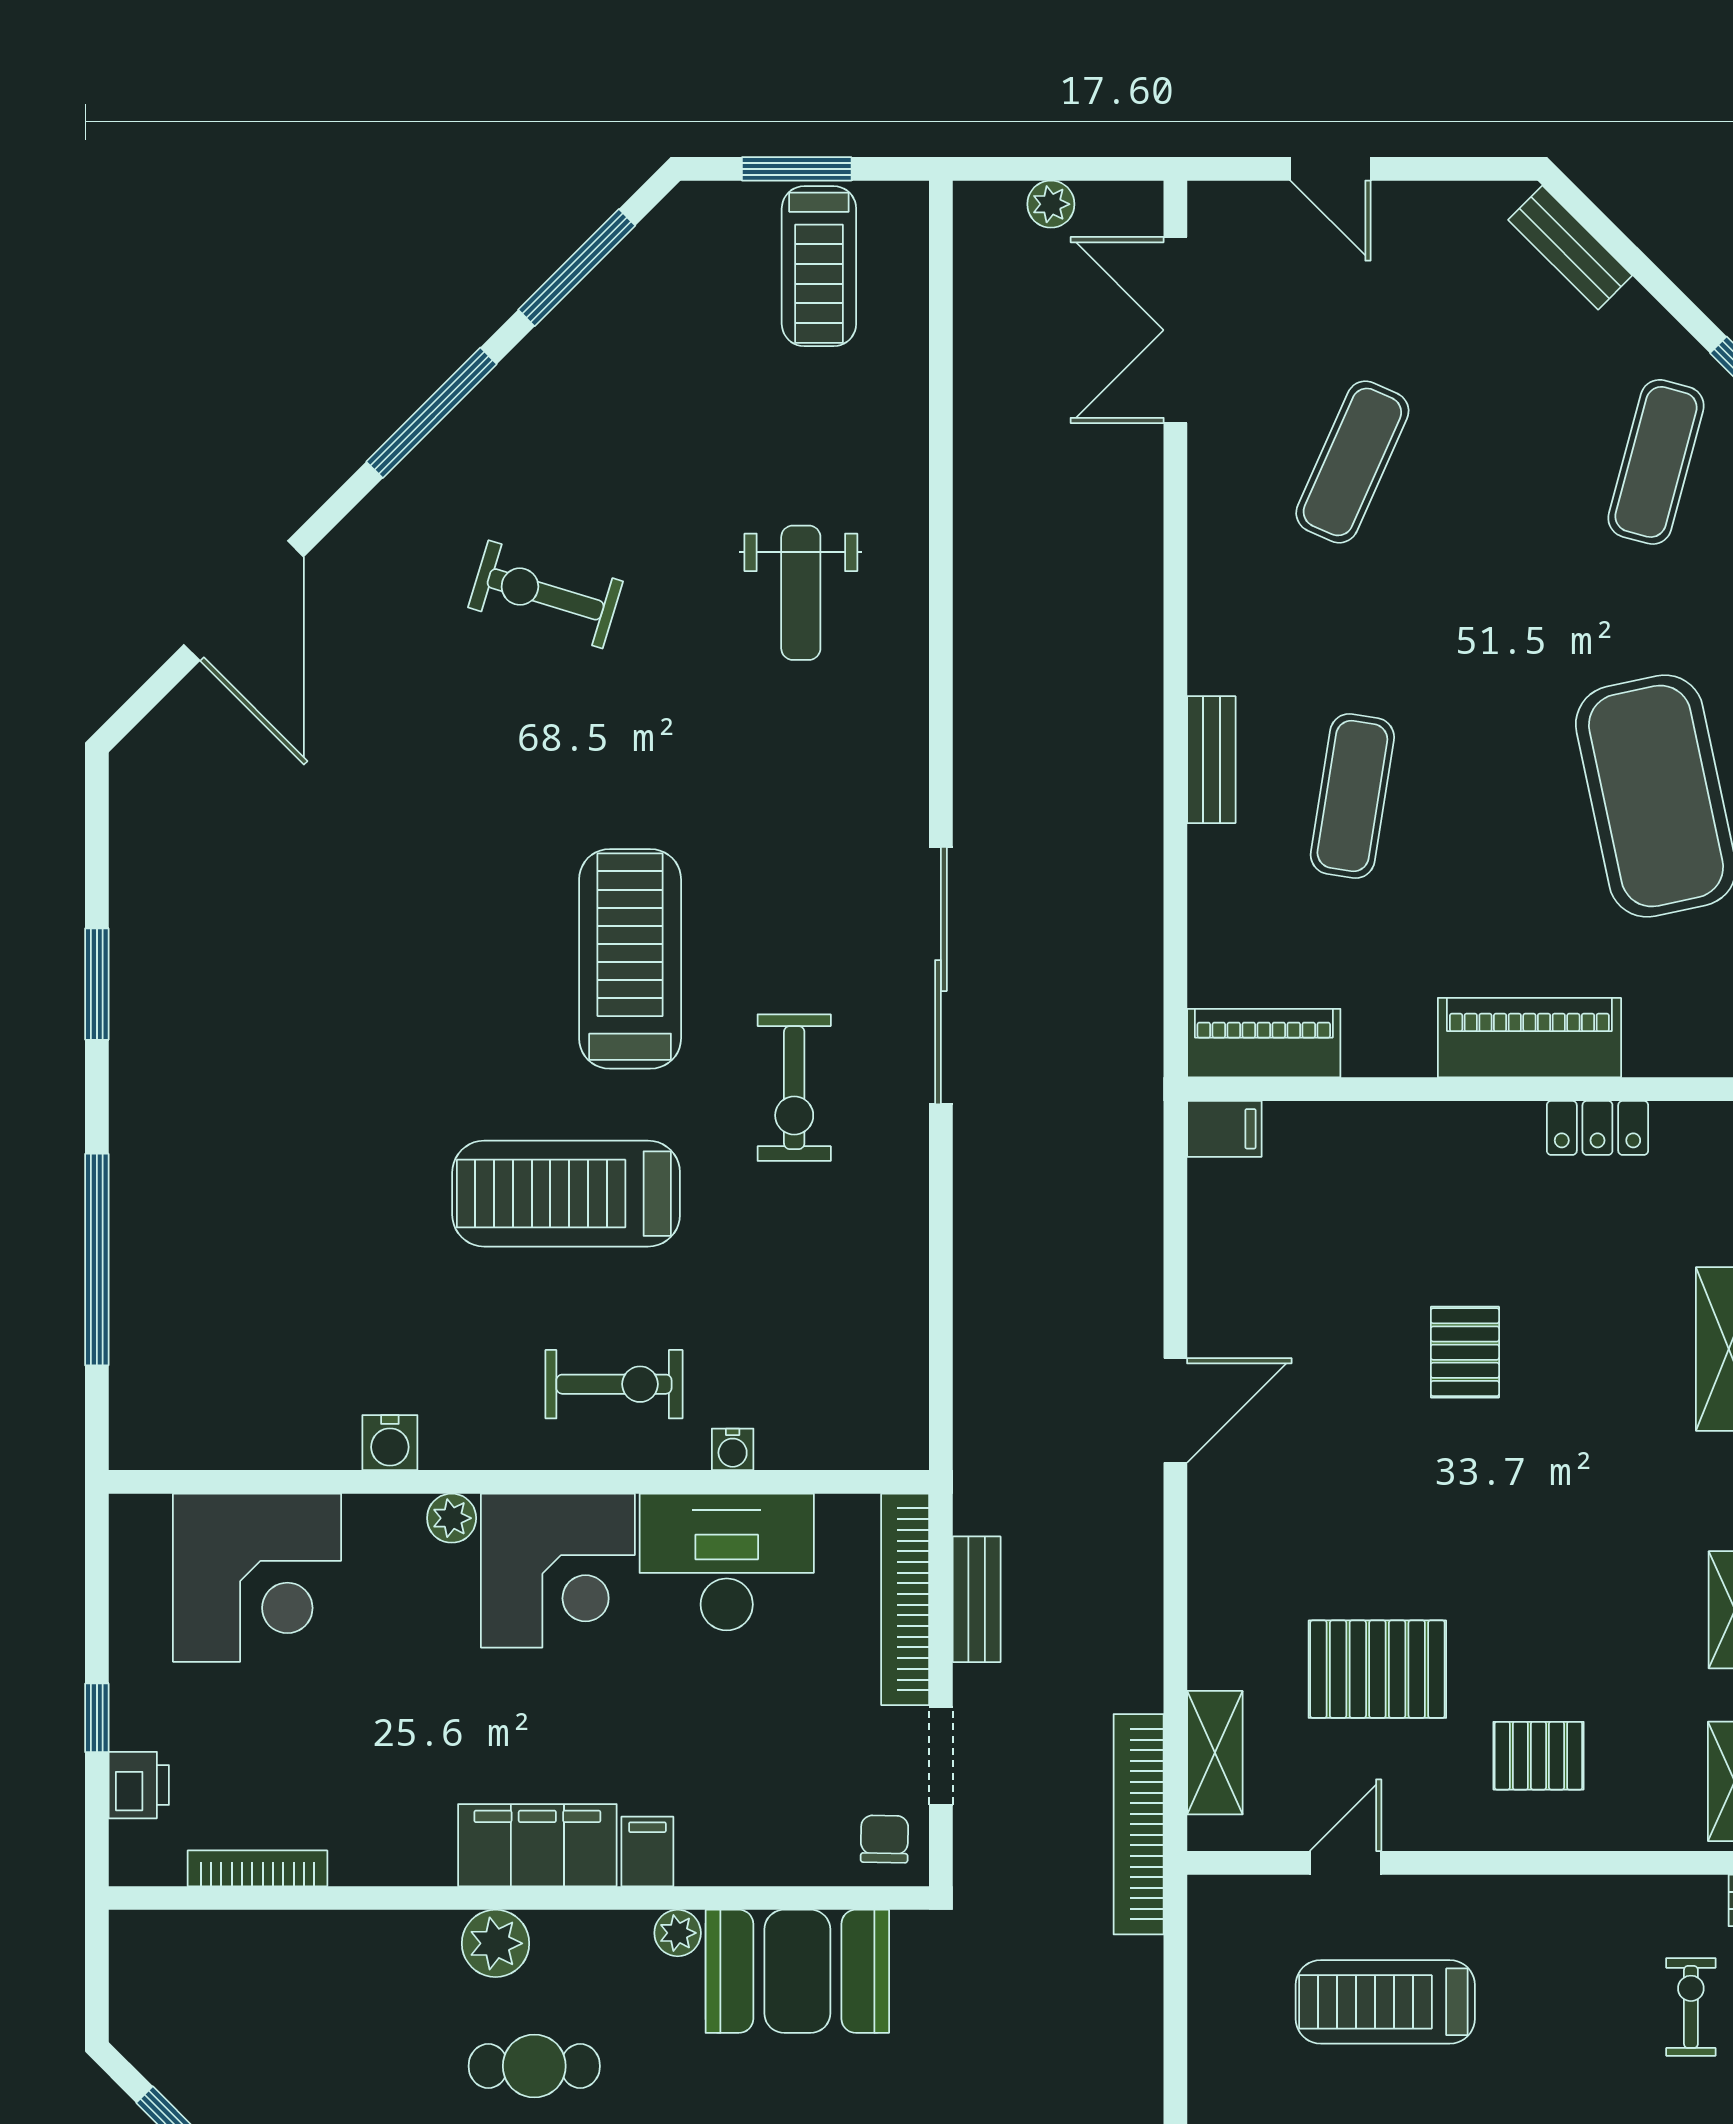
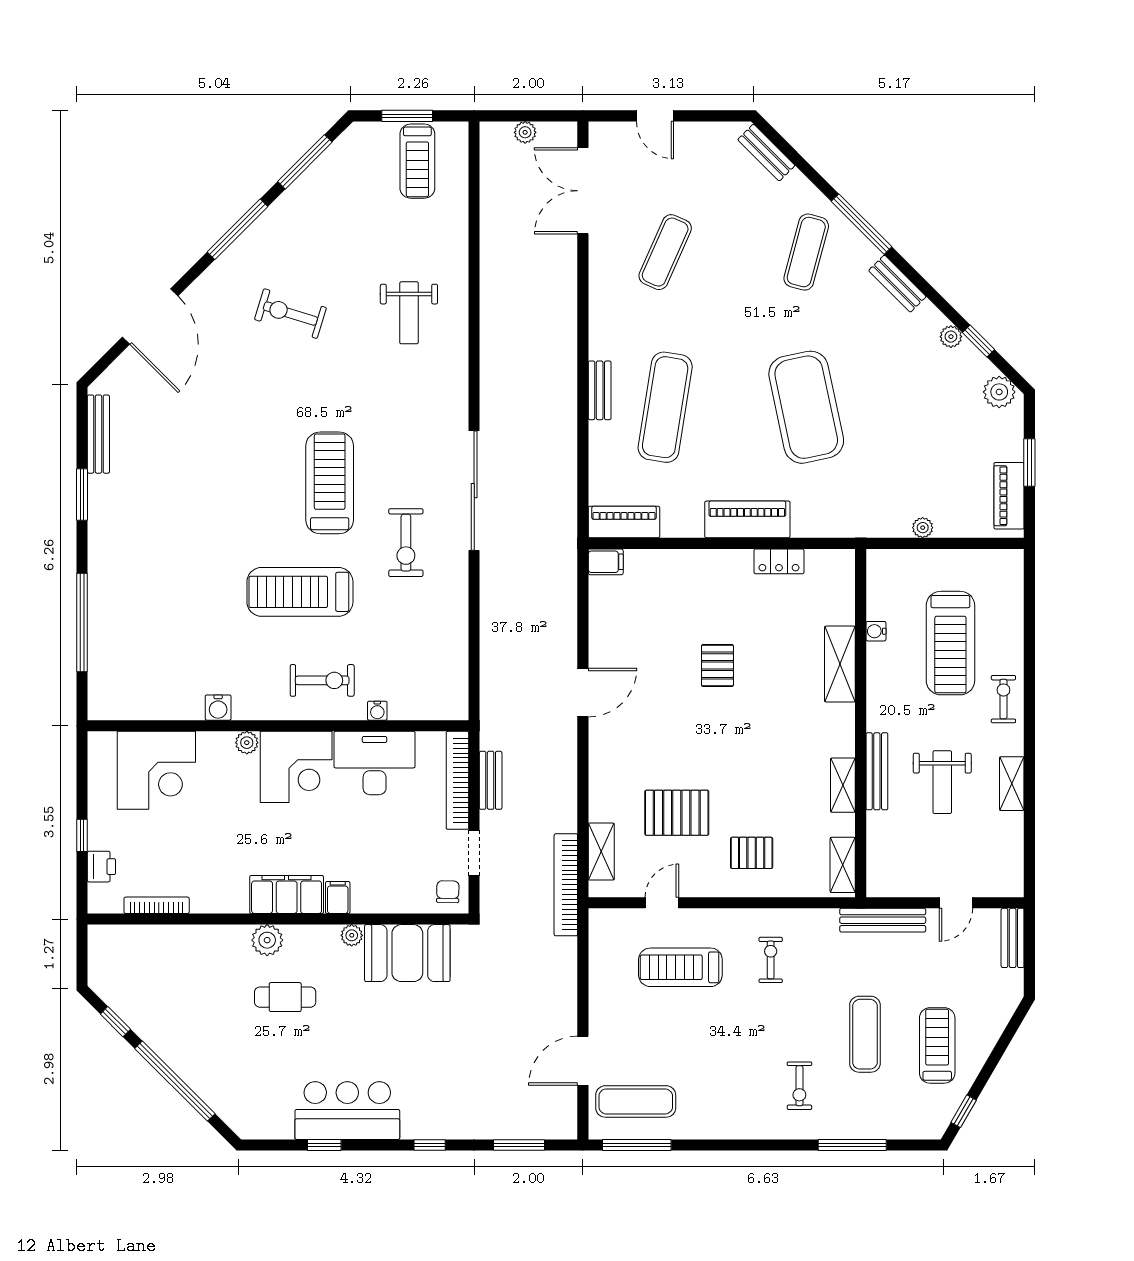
exercise mat: (1352, 796) -> (665, 407), width x1.36, depth x1.45
bench: (132, 854) -> (98, 434), added
exercise bike: (1691, 2007) -> (771, 960), moved

